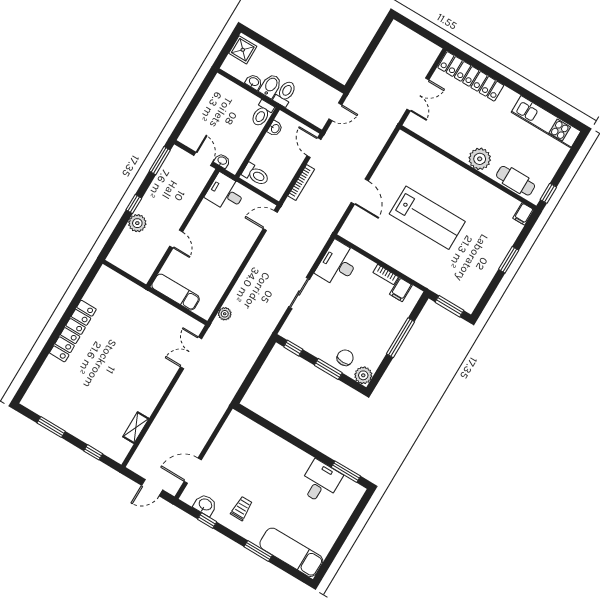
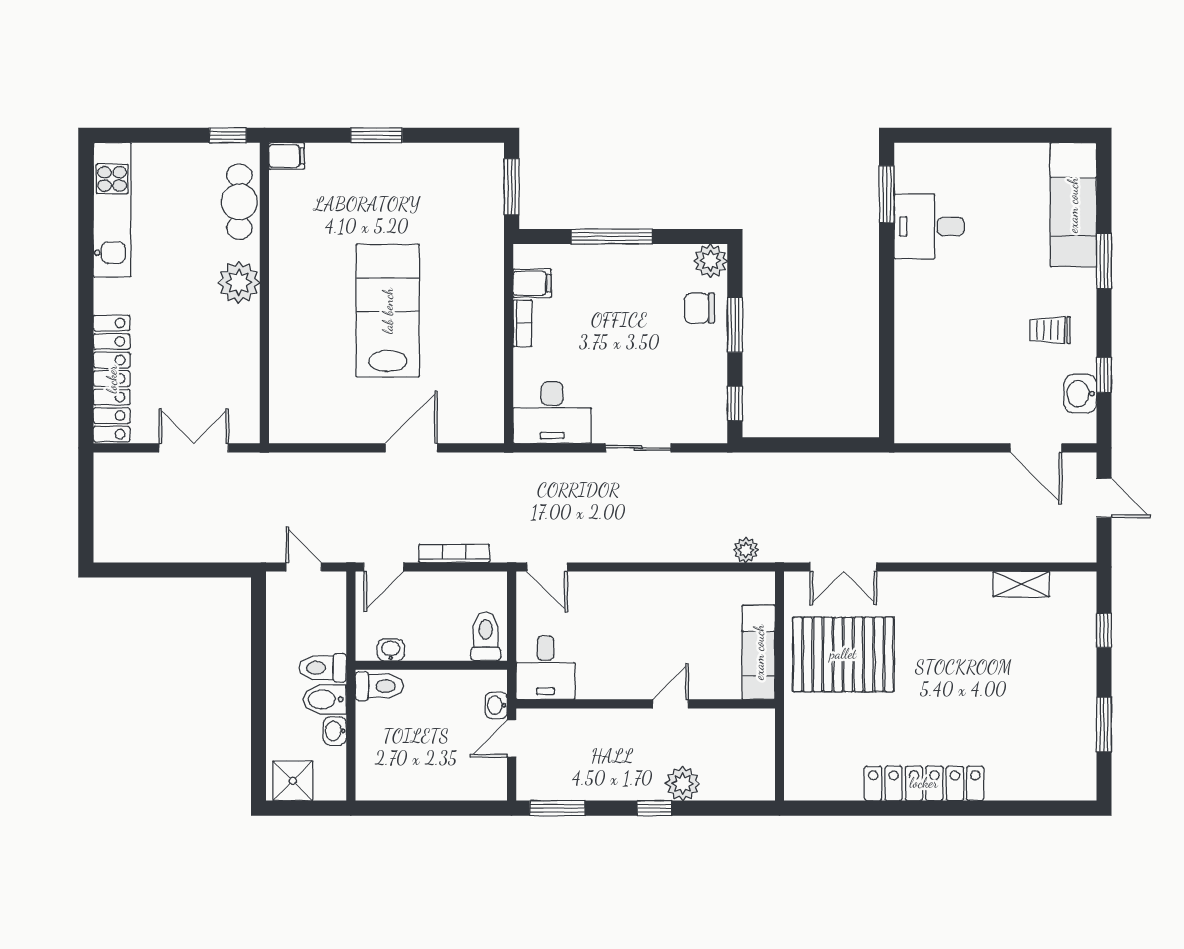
pallet: (152, 329) -> (843, 654), added

